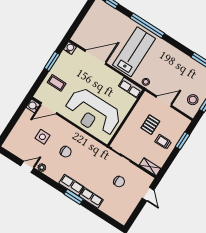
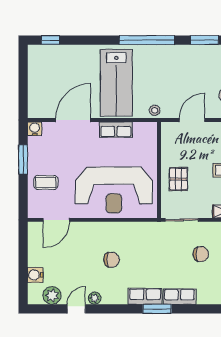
window: (147, 26) -> (147, 40), moved
lab bench: (134, 52) -> (116, 83), turned 180
row of seats: (131, 88) -> (116, 130), moved
water cooler: (33, 106) -> (35, 275), moved
pallet: (150, 125) -> (178, 179), moved
side table: (42, 137) -> (71, 260), removed
plant: (18, 150) -> (52, 295), added

